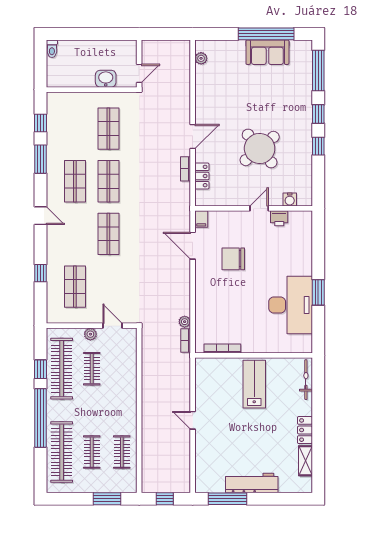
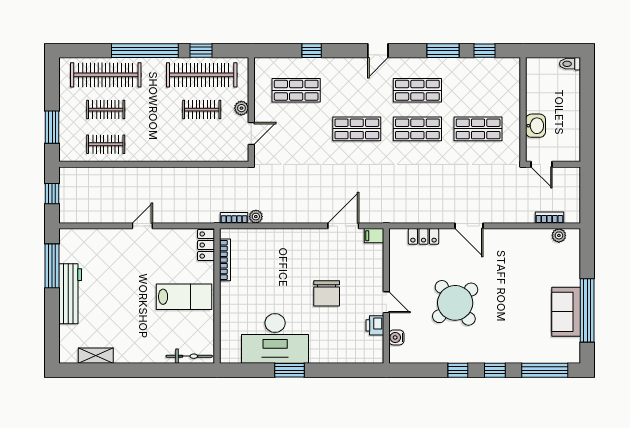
bookcase: (186, 169) -> (549, 218), moved
chair: (233, 259) -> (327, 293), moved, turned 180
locker: (305, 430) -> (206, 245), moved, turned -90

